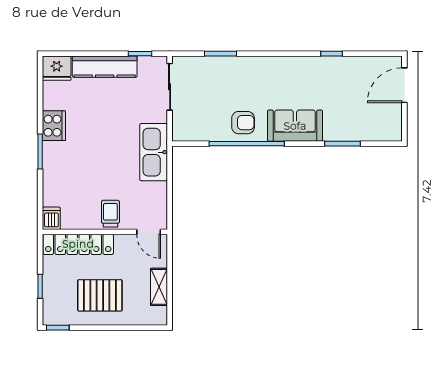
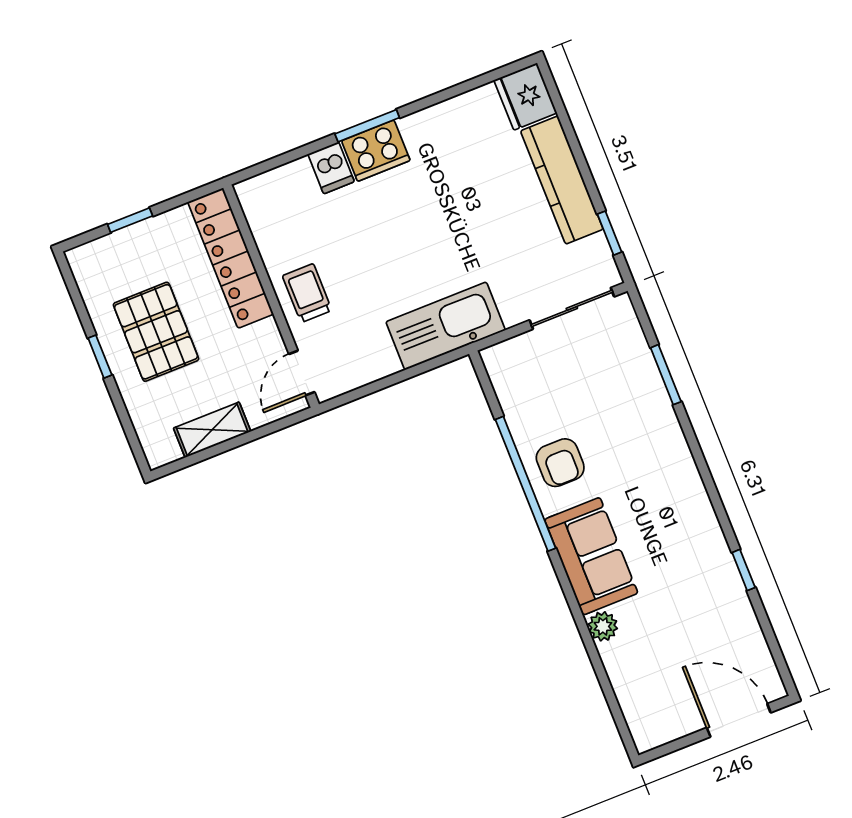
cooker: (54, 126) -> (376, 151), moved
plant: (332, 134) -> (603, 626), added
window: (343, 144) -> (593, 652), removed
trolley: (110, 214) -> (307, 293), turned -90
dishwasher: (51, 218) -> (331, 168), moved, turned 90
window: (58, 328) -> (100, 357), moved

